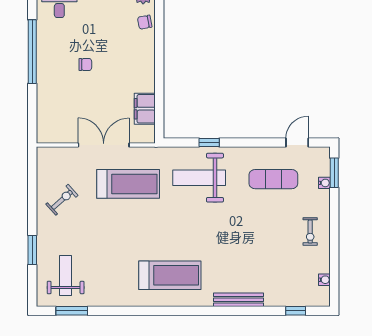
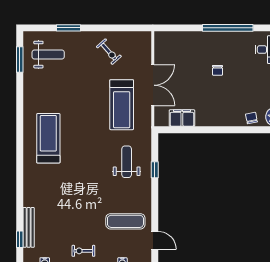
weight bench: (199, 178) -> (127, 162), width x0.73, depth x0.75
exercise mat: (273, 179) -> (125, 221), turned 90
treadmill: (170, 275) -> (48, 138), turned 180
bench: (239, 300) -> (29, 227), moved

